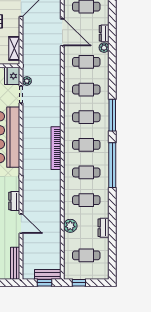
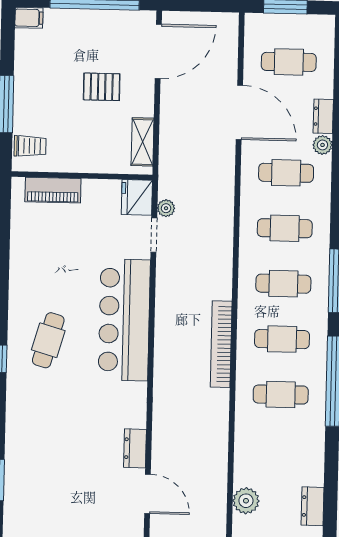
cafe table: (86, 200) -> (279, 450), removed

